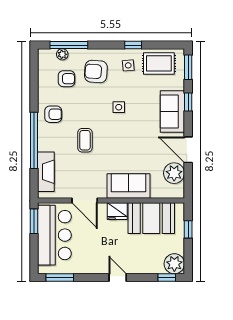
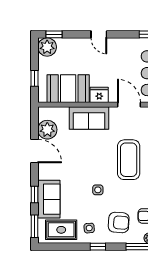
window: (133, 45) -> (98, 247), moved
sofa: (172, 111) -> (49, 199), moved
coffee table: (85, 140) -> (129, 160), width x1.86, depth x1.72

